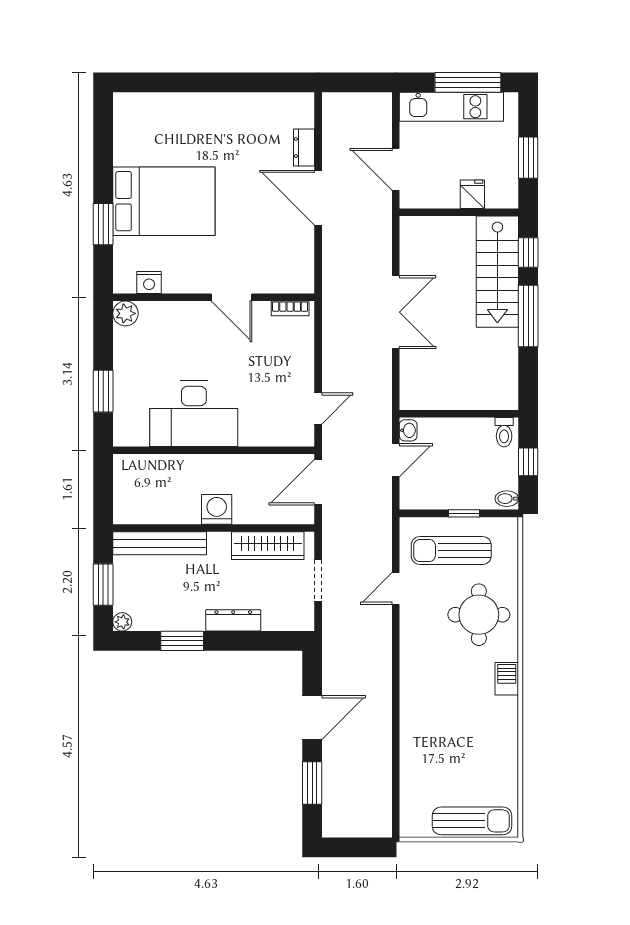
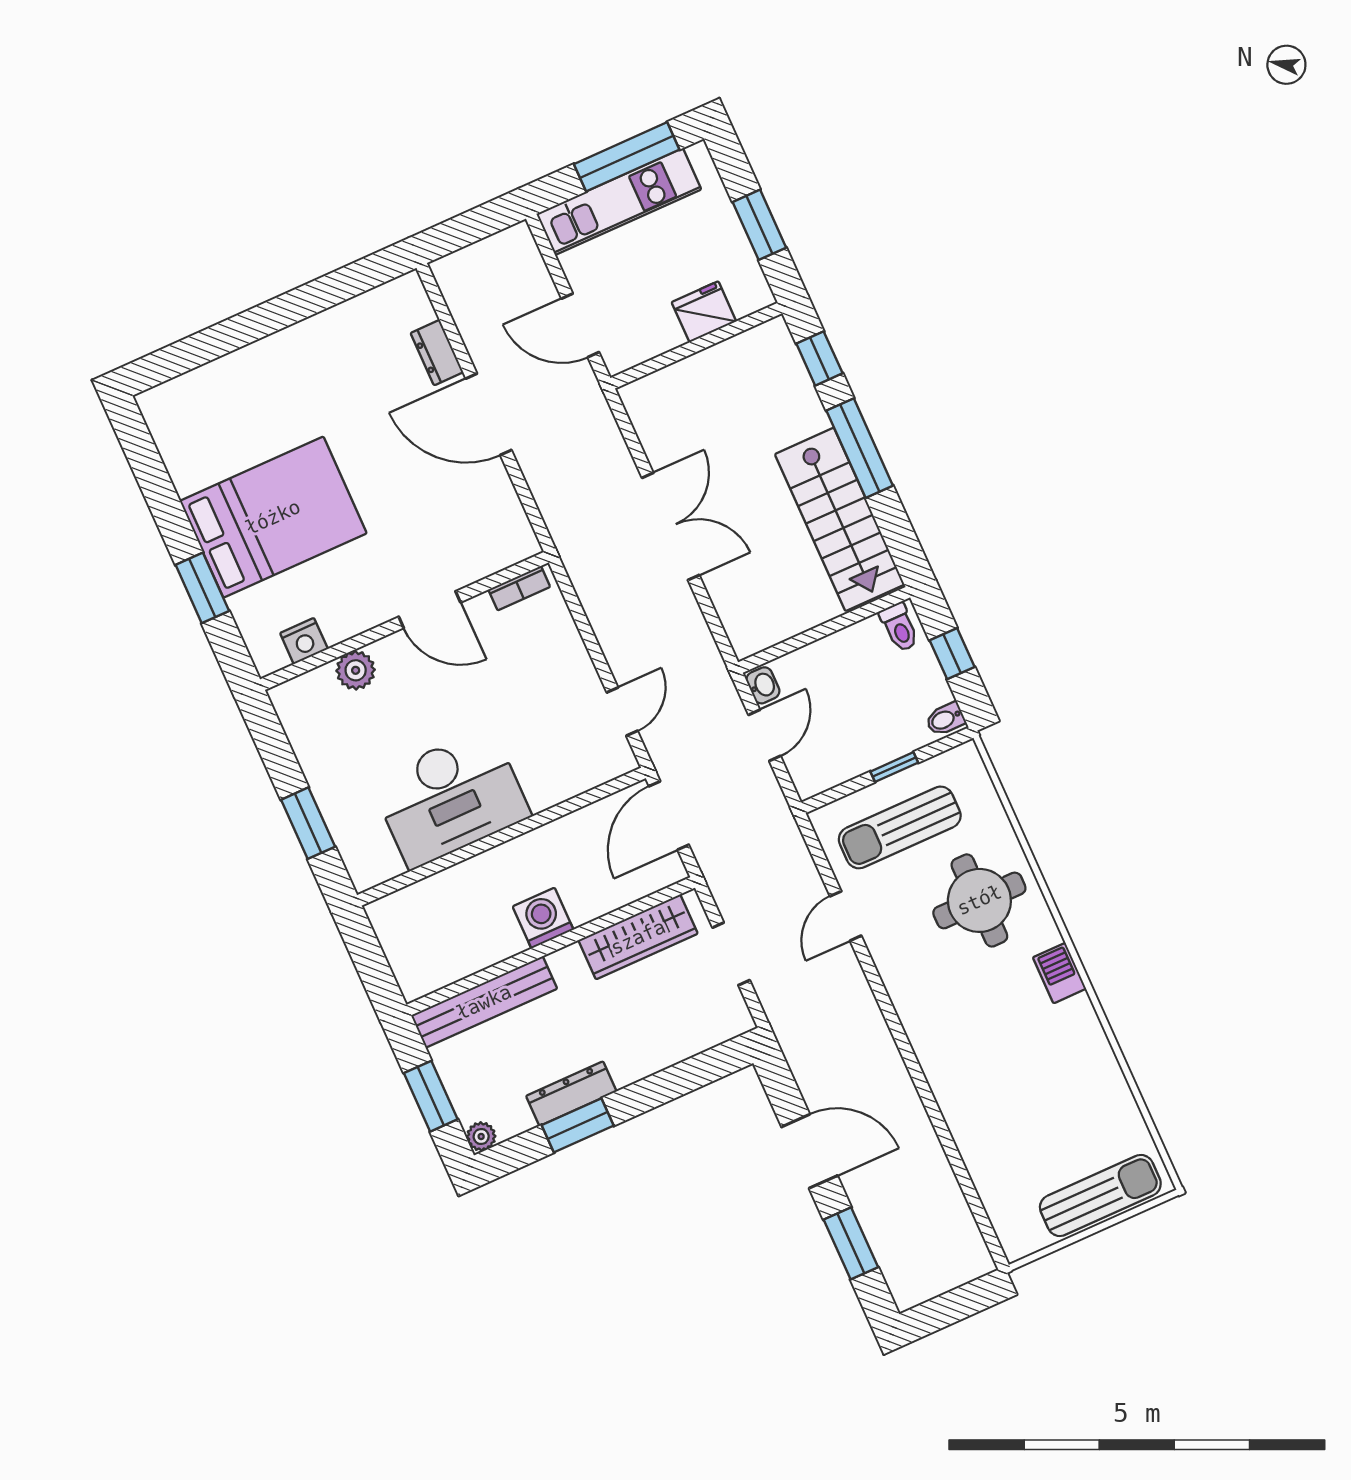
fridge: (472, 194) -> (704, 312), width x1.38
stairs: (497, 272) -> (840, 519), moved
plant: (125, 313) -> (356, 670), moved
dresser: (233, 620) -> (571, 1094), moved
door: (312, 718) -> (809, 1151), hinge flipped

